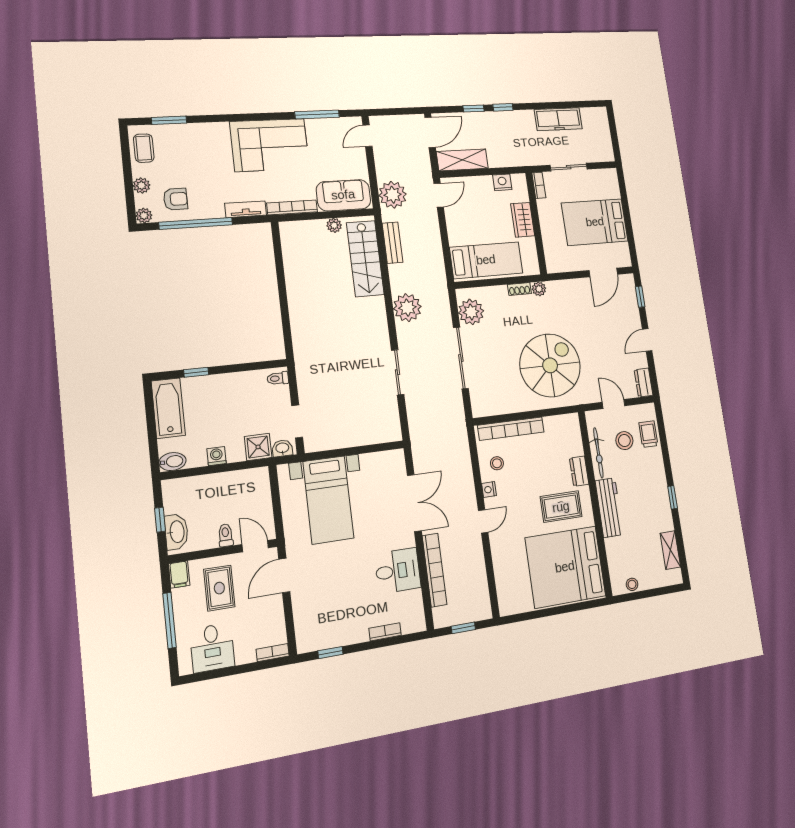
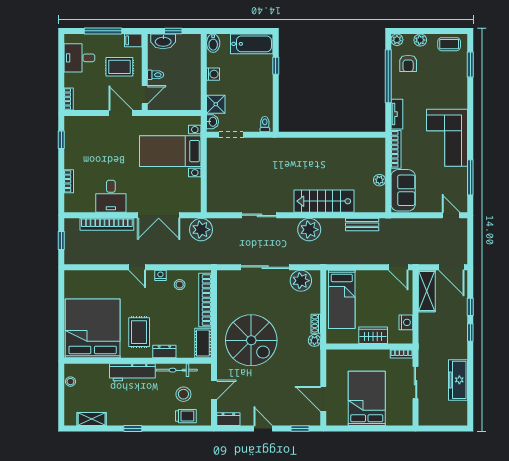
plant: (393, 195) -> (201, 230), moved
stairs: (365, 259) -> (324, 201), moved
cot: (562, 425) -> (203, 343), added

